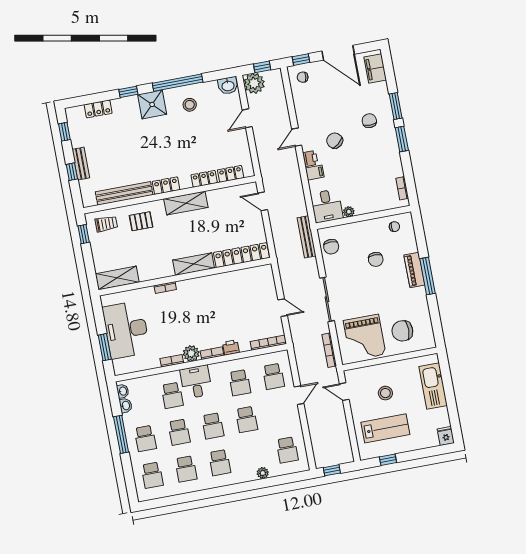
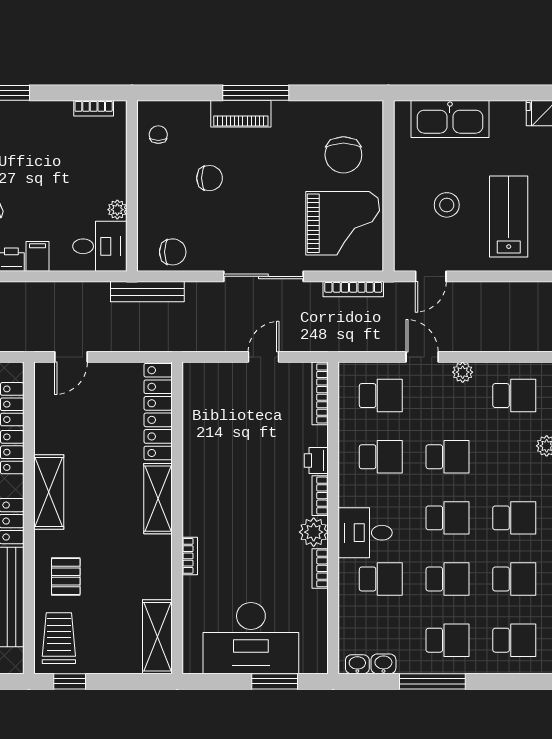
trolley: (106, 224) -> (59, 638), width x1.36, depth x1.39
plant: (295, 419) -> (463, 372), added

